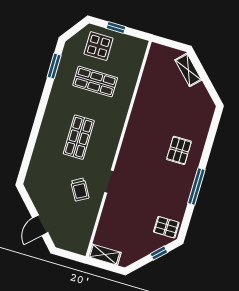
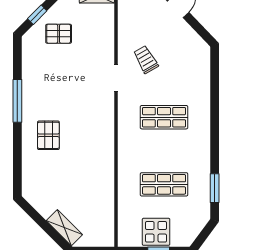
display table: (99, 46) -> (156, 232), moved
shop shelf: (79, 137) -> (164, 117), turned 90
pallet: (166, 227) -> (59, 34), moved

